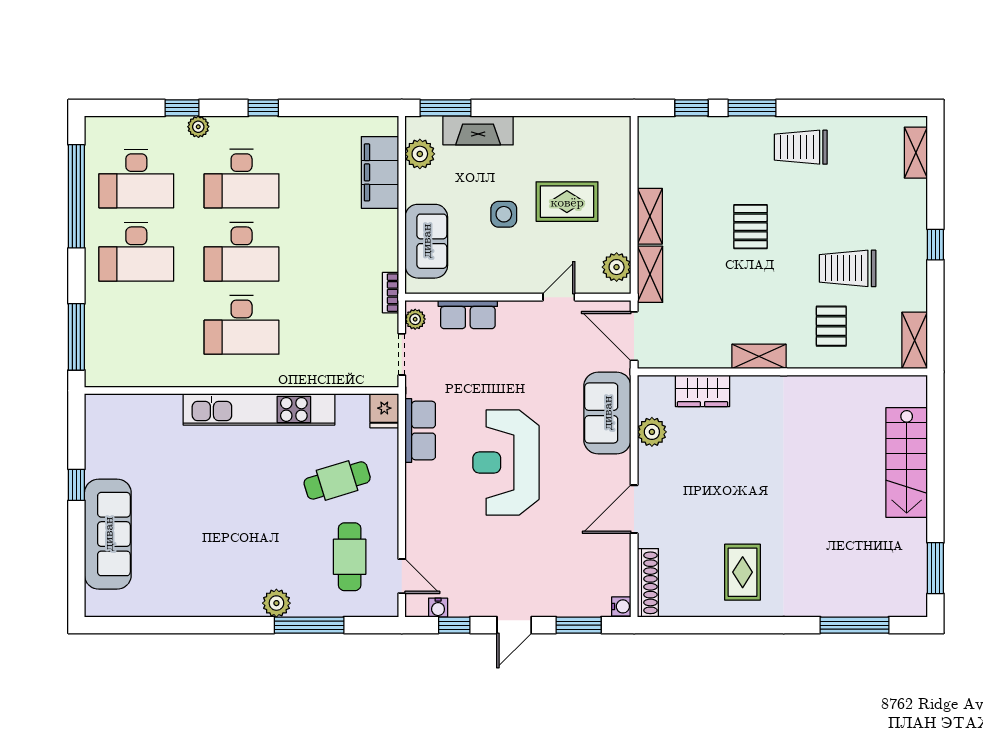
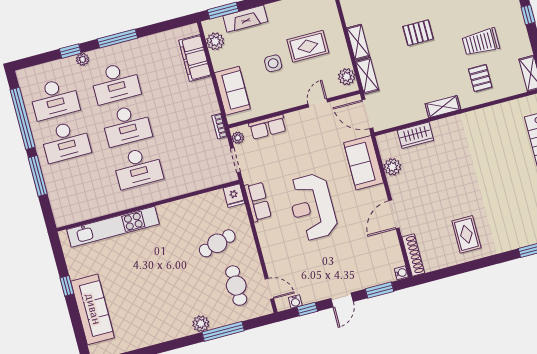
window: (263, 108) -> (117, 39), width x2.17
pallet: (751, 227) -> (418, 33), turned 90
window: (76, 337) -> (38, 176), moved
kitchen unit: (259, 409) -> (113, 227), moved

